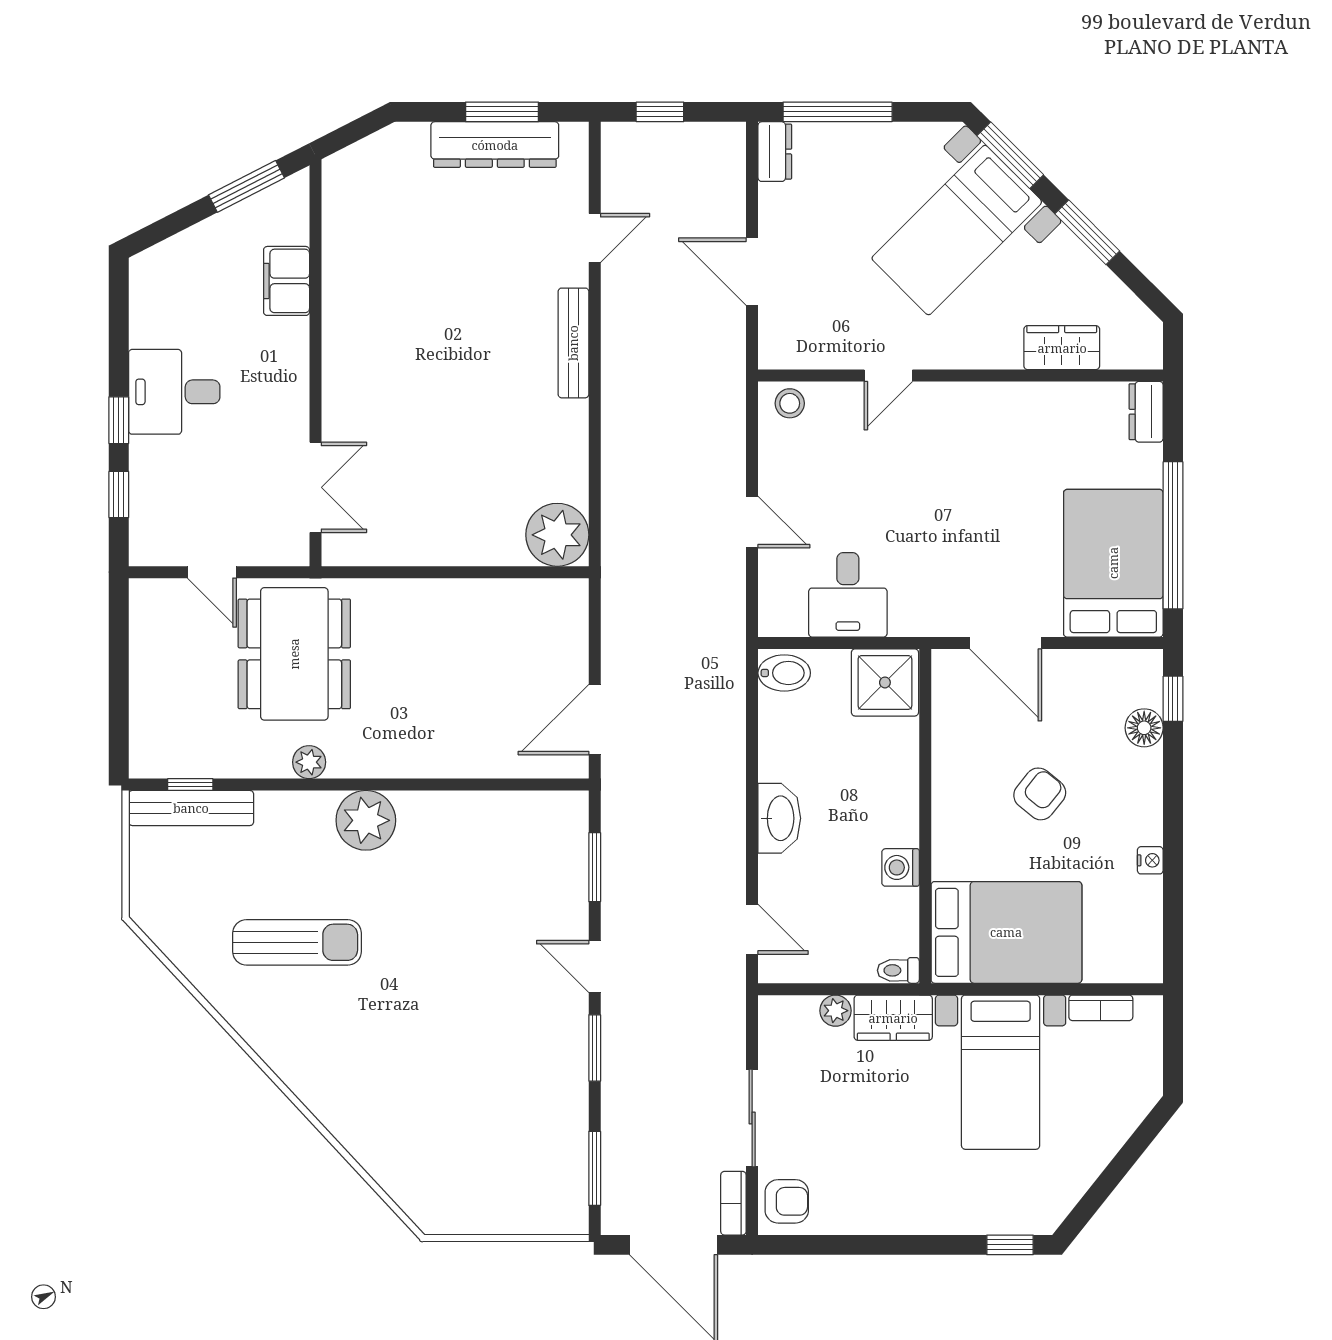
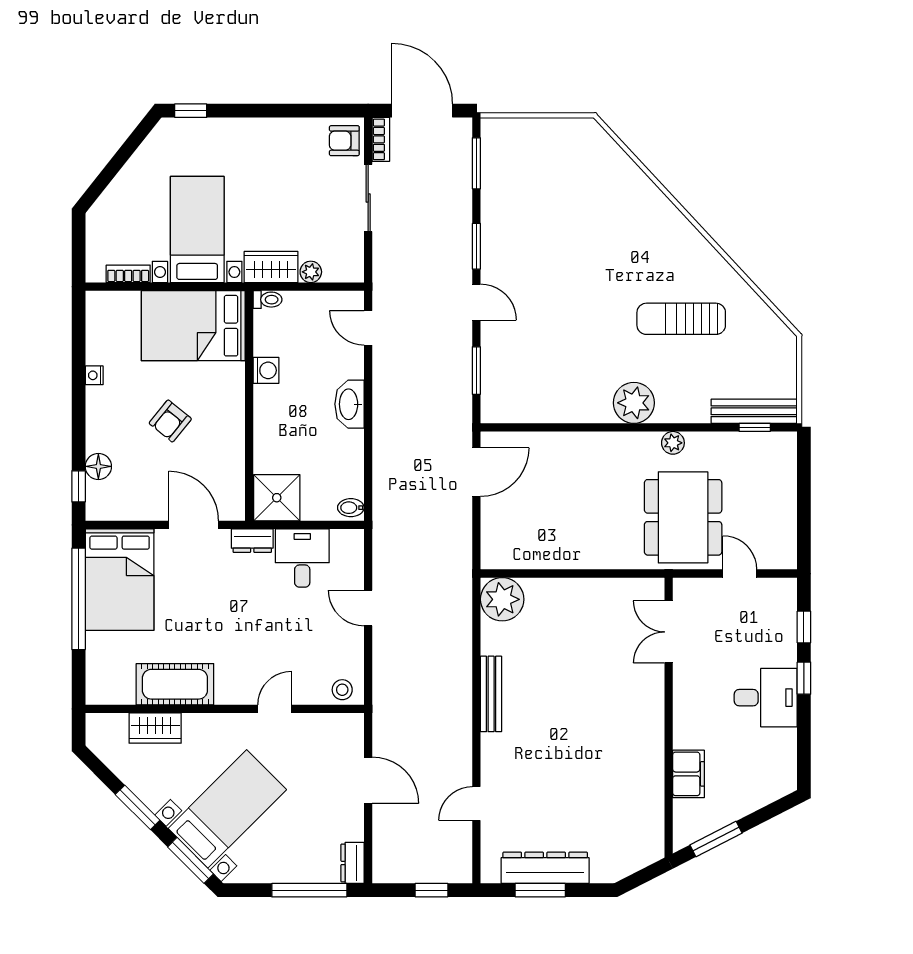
bench: (573, 343) -> (491, 694), moved
cot: (1033, 411) -> (175, 684), added
dresser: (1146, 412) -> (252, 541), moved, turned 90
bidet: (784, 673) -> (351, 508), width x0.72, depth x0.74

